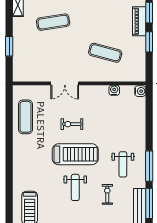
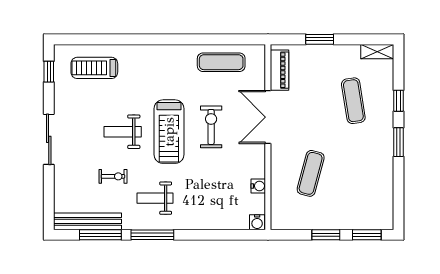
piano: (139, 21) -> (279, 70), moved, turned 90
double door: (65, 83) -> (268, 117), width x1.37
exercise bike: (72, 124) -> (211, 127), width x1.38, depth x1.39

